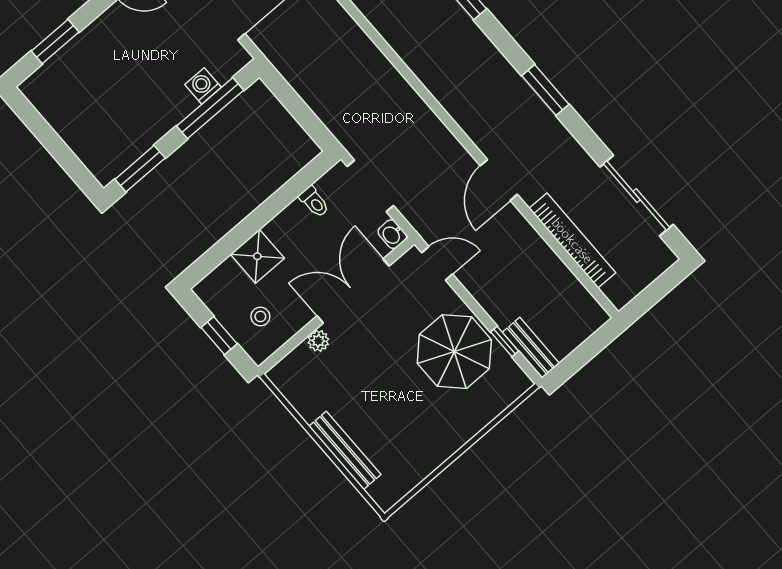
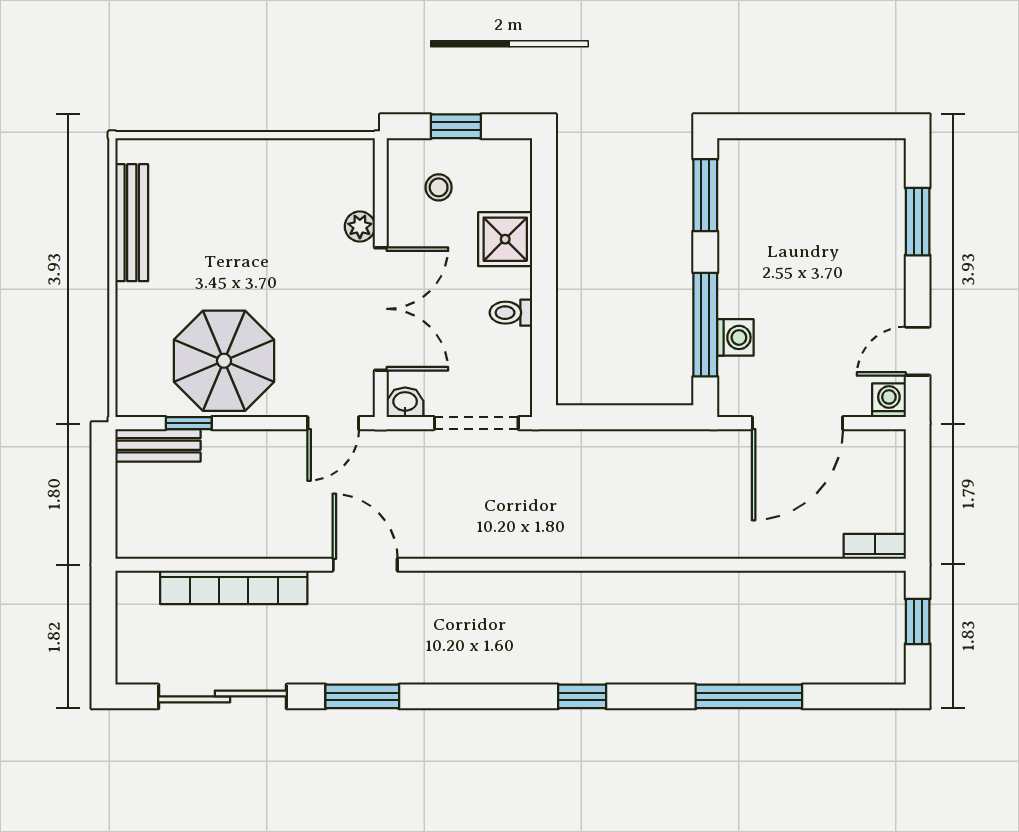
window: (545, 90) -> (362, 696), moved
toilet: (314, 202) -> (511, 313), moved
bench: (345, 450) -> (132, 223), moved, turned 90

